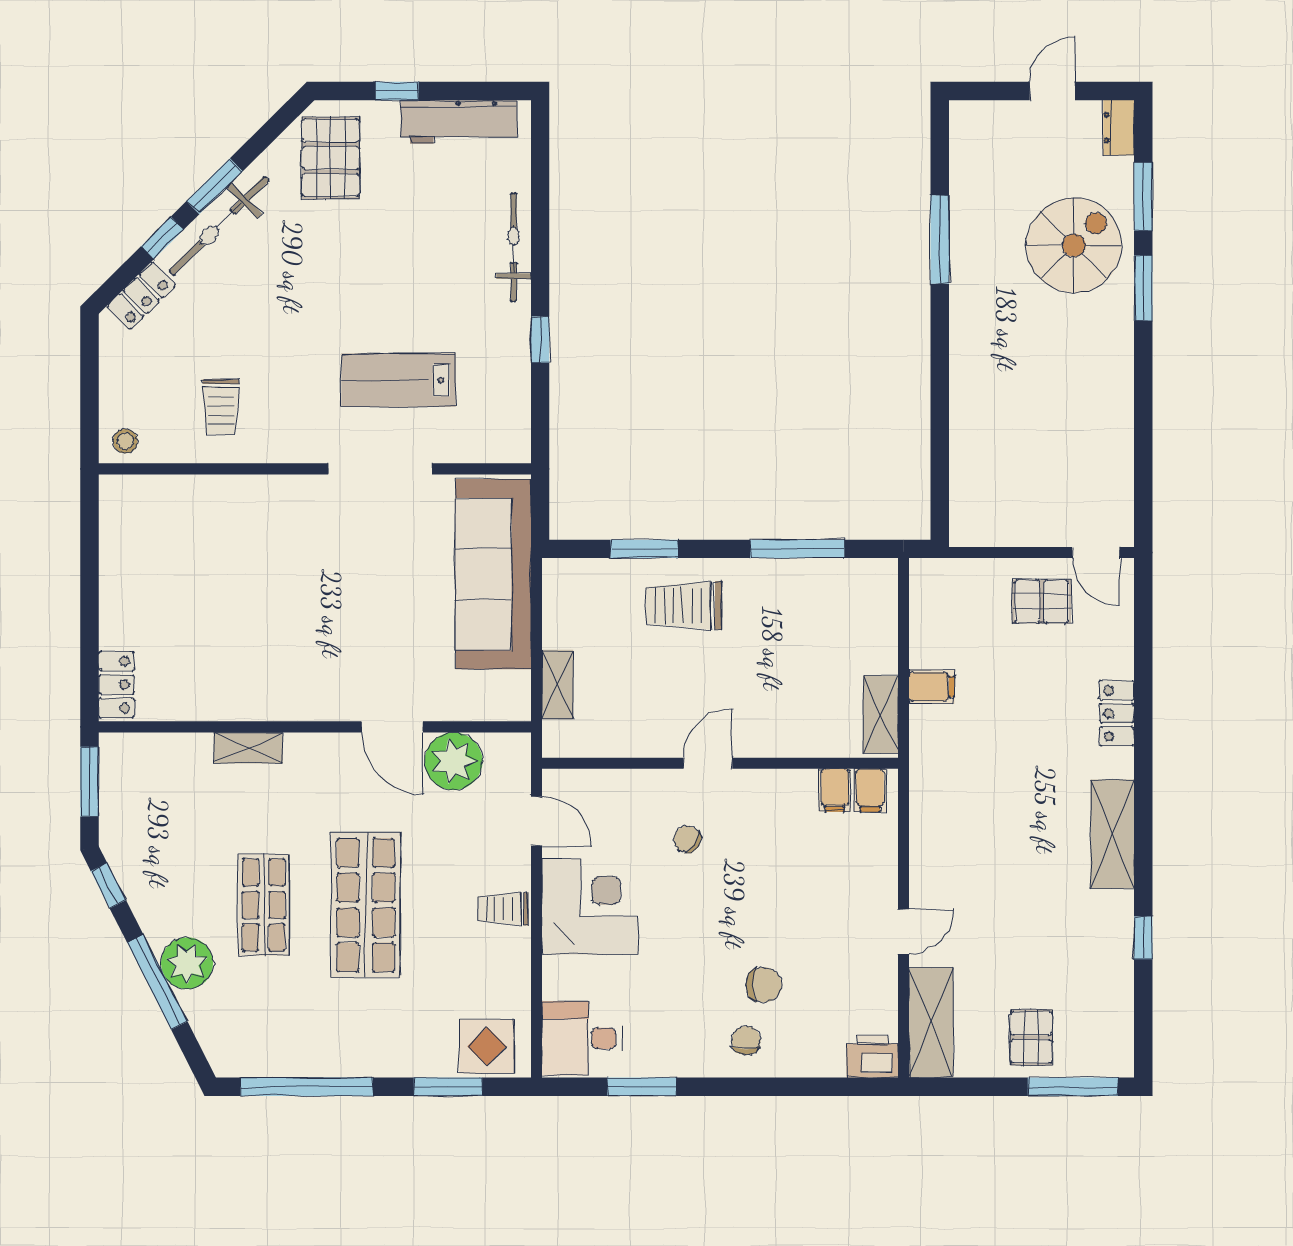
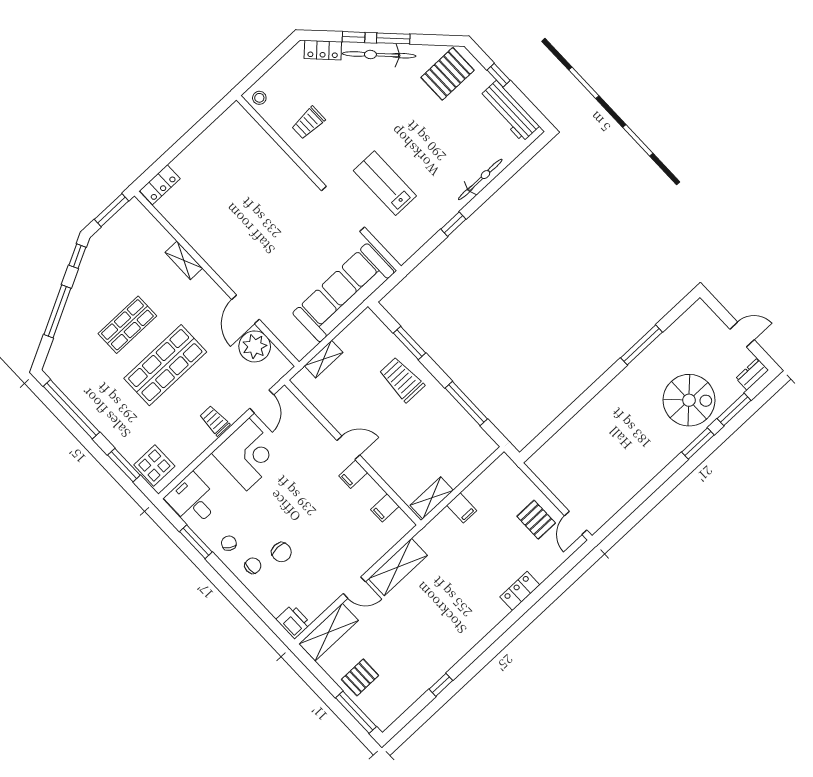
filing cabinet: (870, 790) -> (353, 474), moved
shelving: (1112, 834) -> (398, 567), moved
chair: (687, 839) -> (229, 543), moved
plant: (187, 963) -> (76, 316), removed

